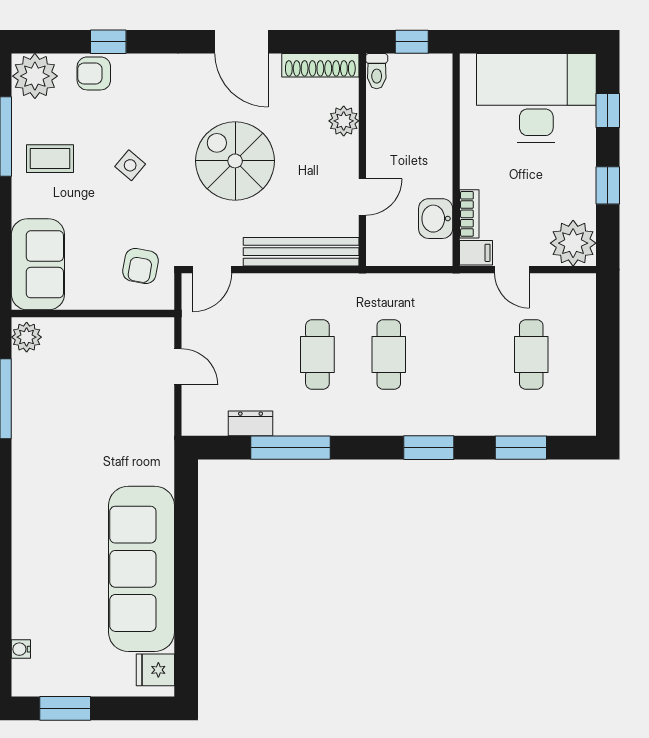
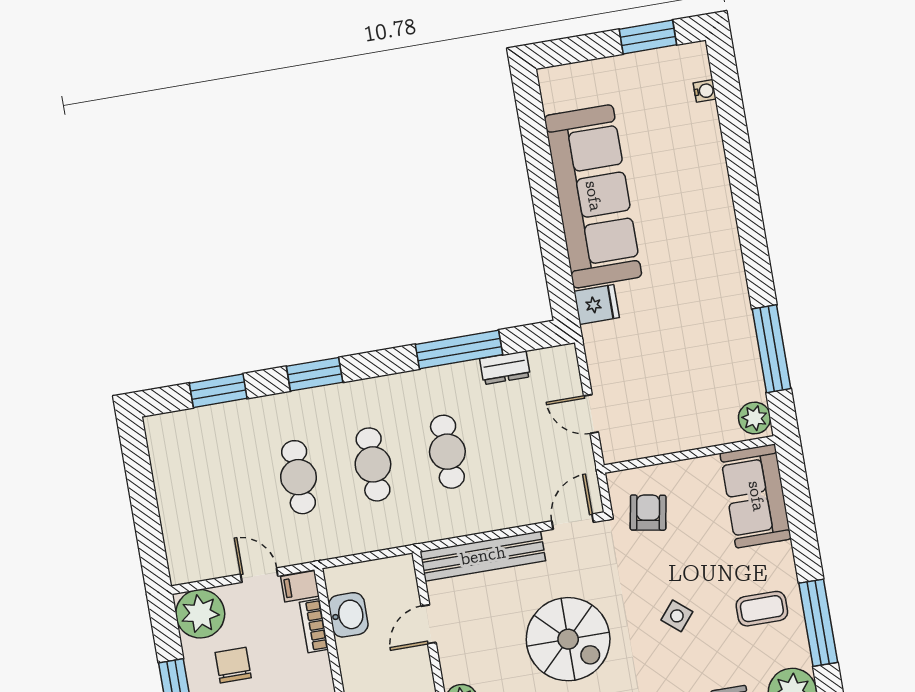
chair: (551, 190) -> (233, 665), added
cafe table: (531, 355) -> (298, 477), moved
fridge: (155, 670) -> (597, 304), moved

